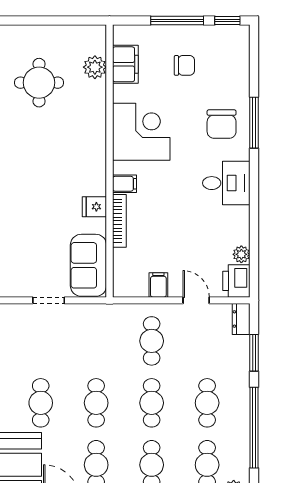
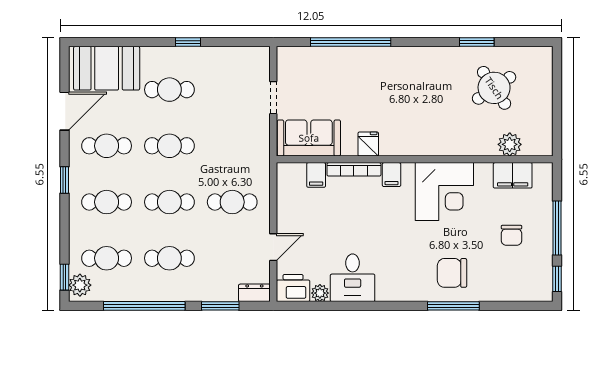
round table: (39, 83) -> (494, 88), turned -34
desk: (226, 183) -> (353, 278), moved
filing cabinet: (158, 285) -> (316, 175), moved, turned 90

